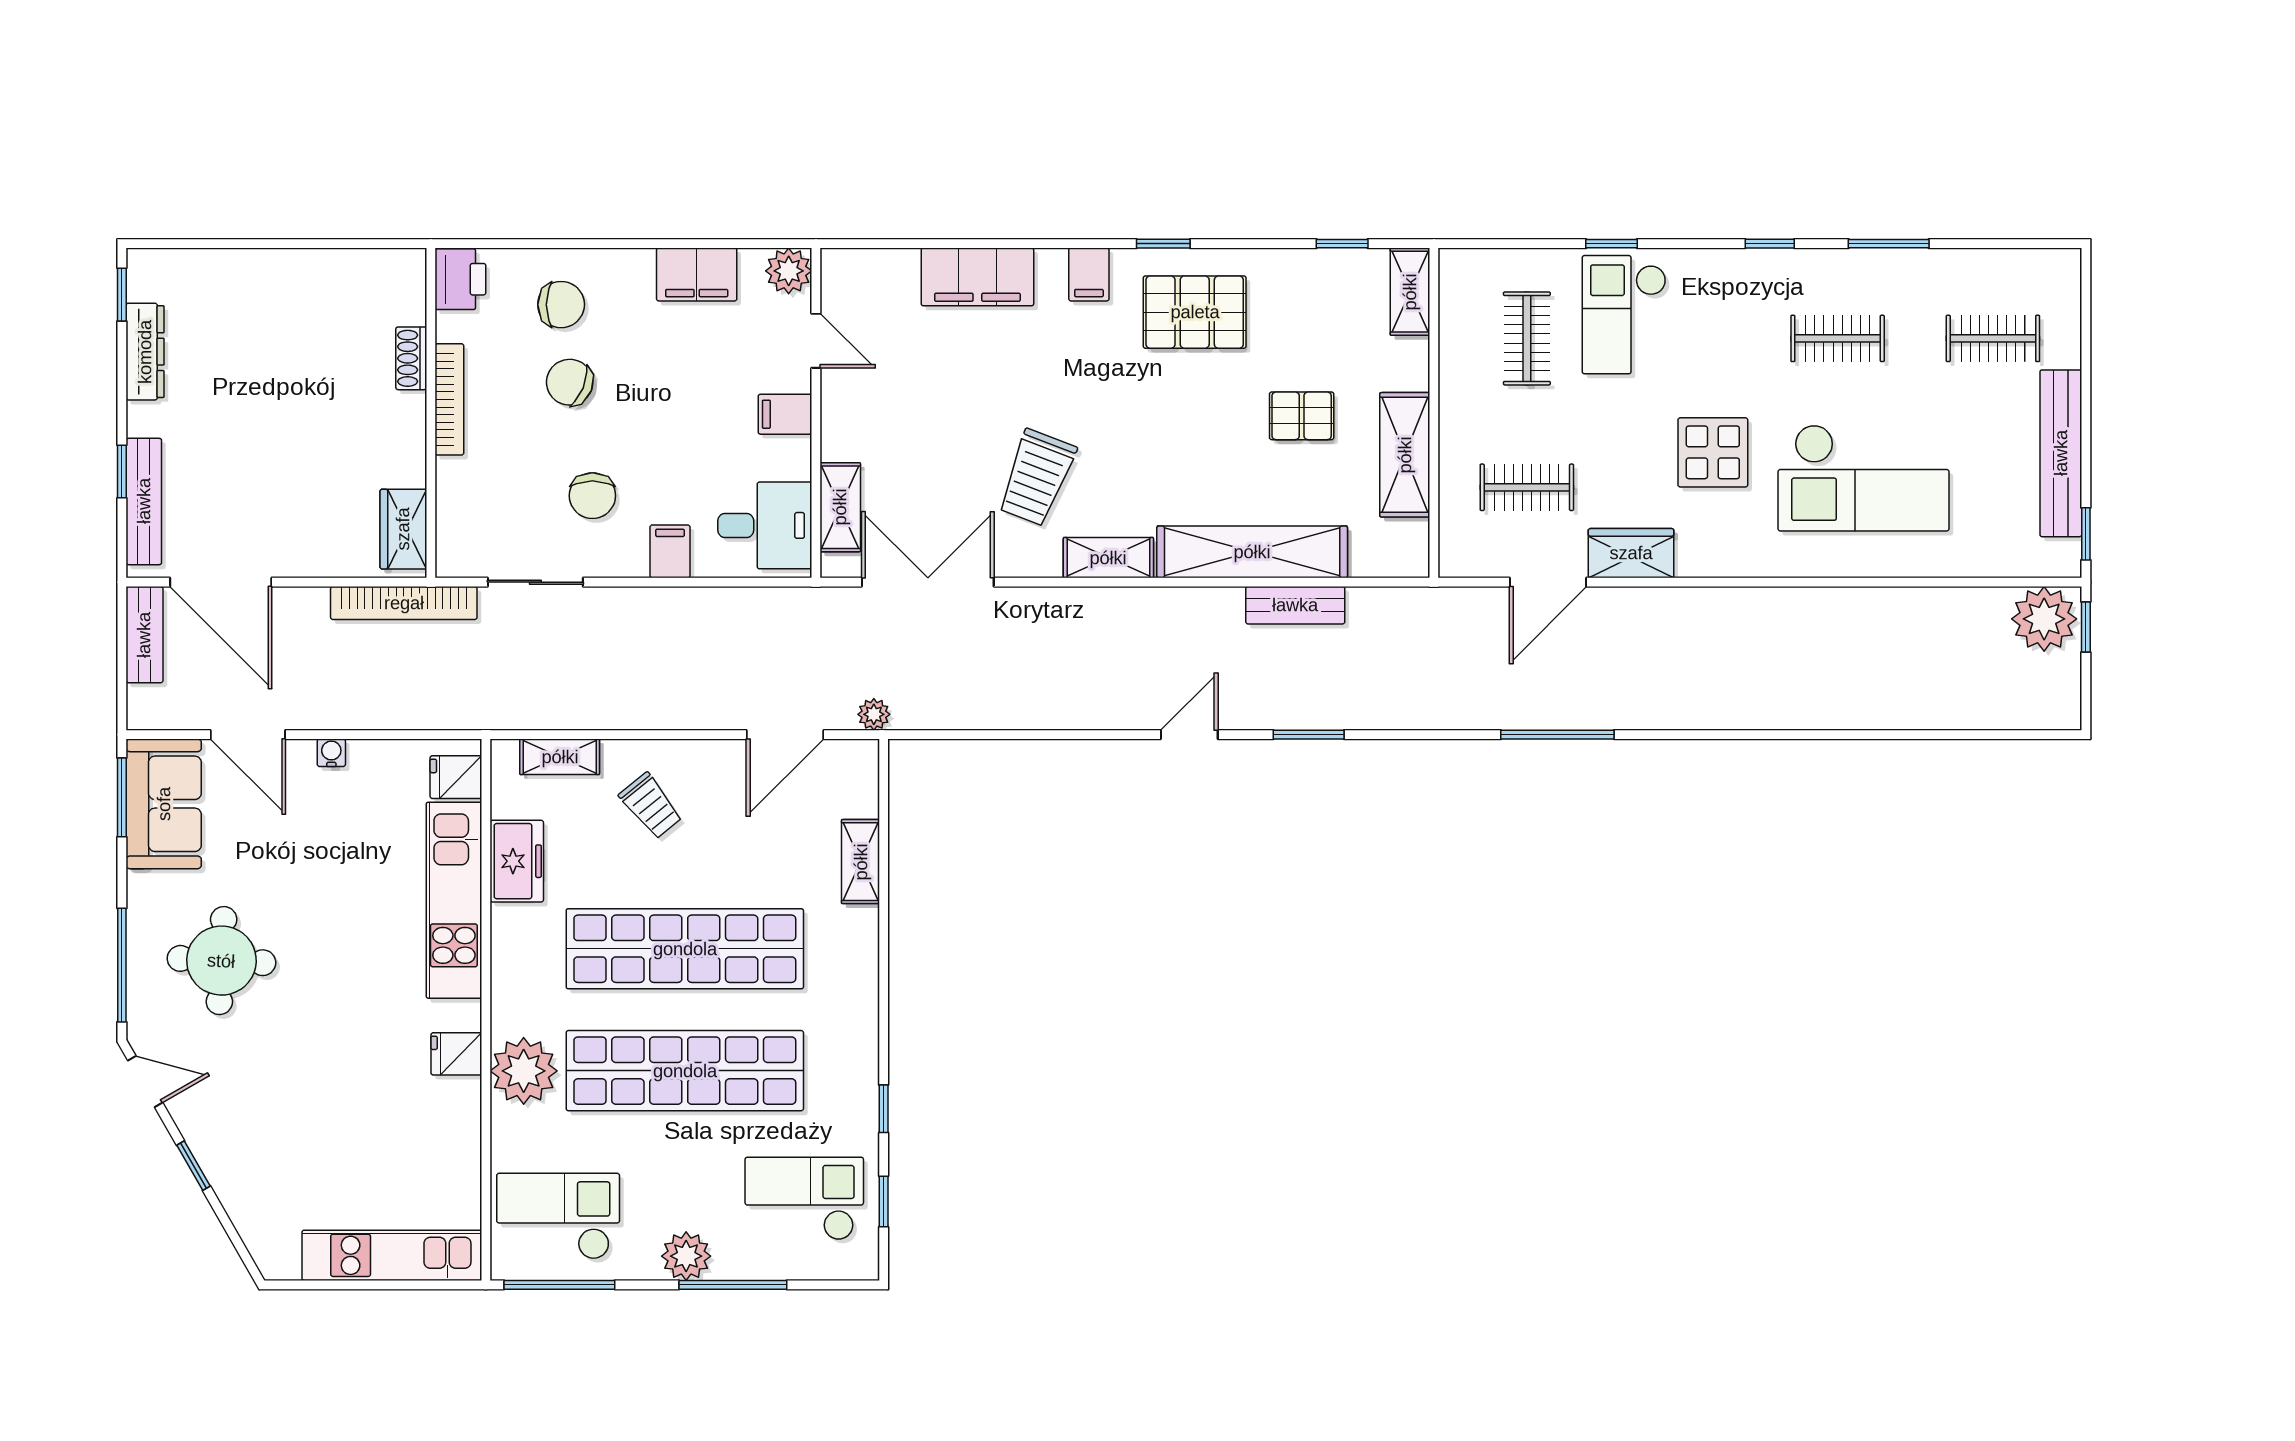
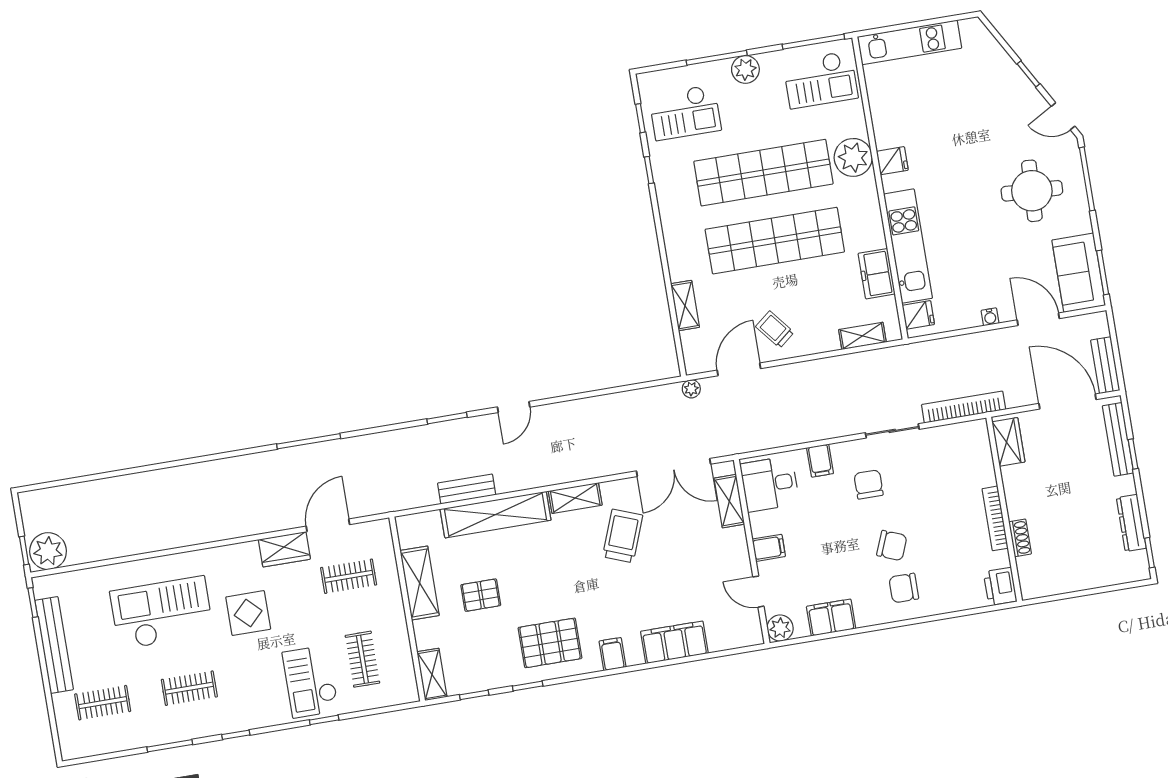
window: (1163, 244) -> (528, 686), moved
printer: (460, 279) -> (1000, 586), moved
checkout: (1624, 315) -> (310, 682), turned 180
shoe rack: (411, 358) -> (1020, 538), moved
bookcase: (449, 399) -> (995, 518), moved
wall: (431, 413) -> (1004, 509), moved
wardrobe: (403, 529) -> (1008, 442), moved
trolley: (651, 806) -> (775, 329), moved

